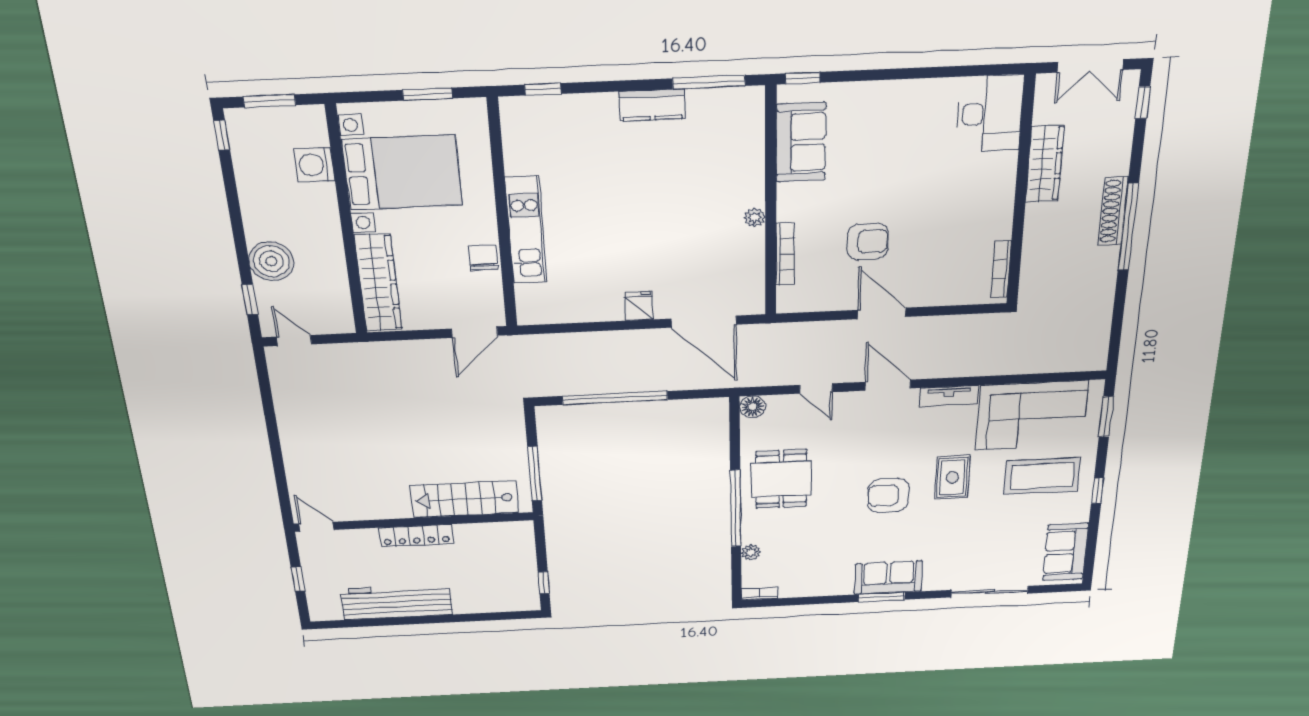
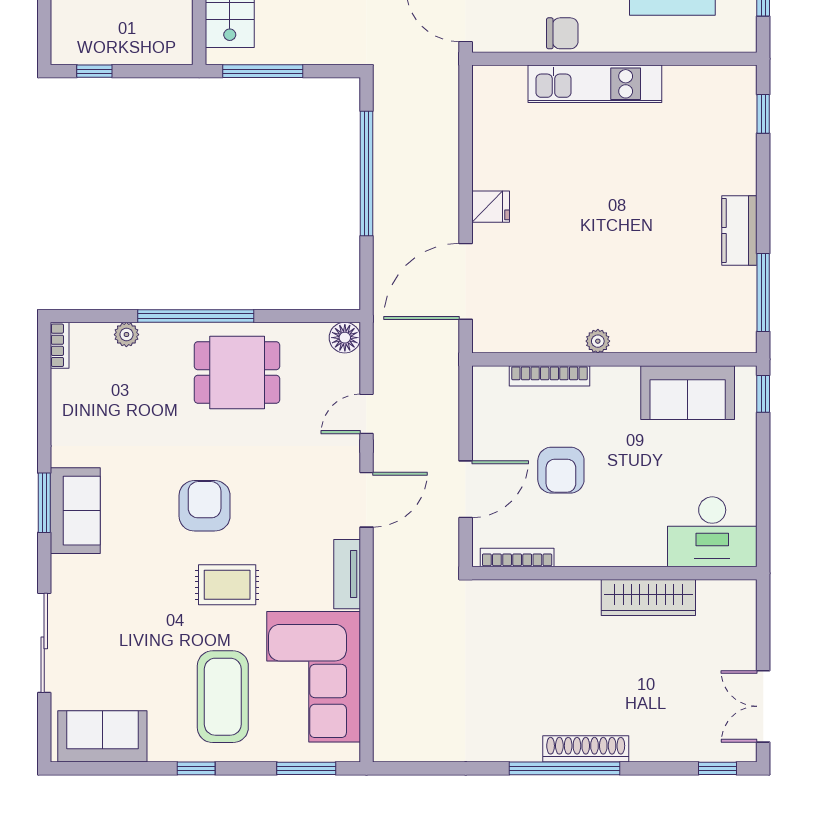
desk: (990, 114) -> (712, 532), moved
wardrobe: (1045, 164) -> (648, 597), moved
wall: (1021, 192) -> (614, 573), moved
bookcase: (1001, 269) -> (517, 558), moved

